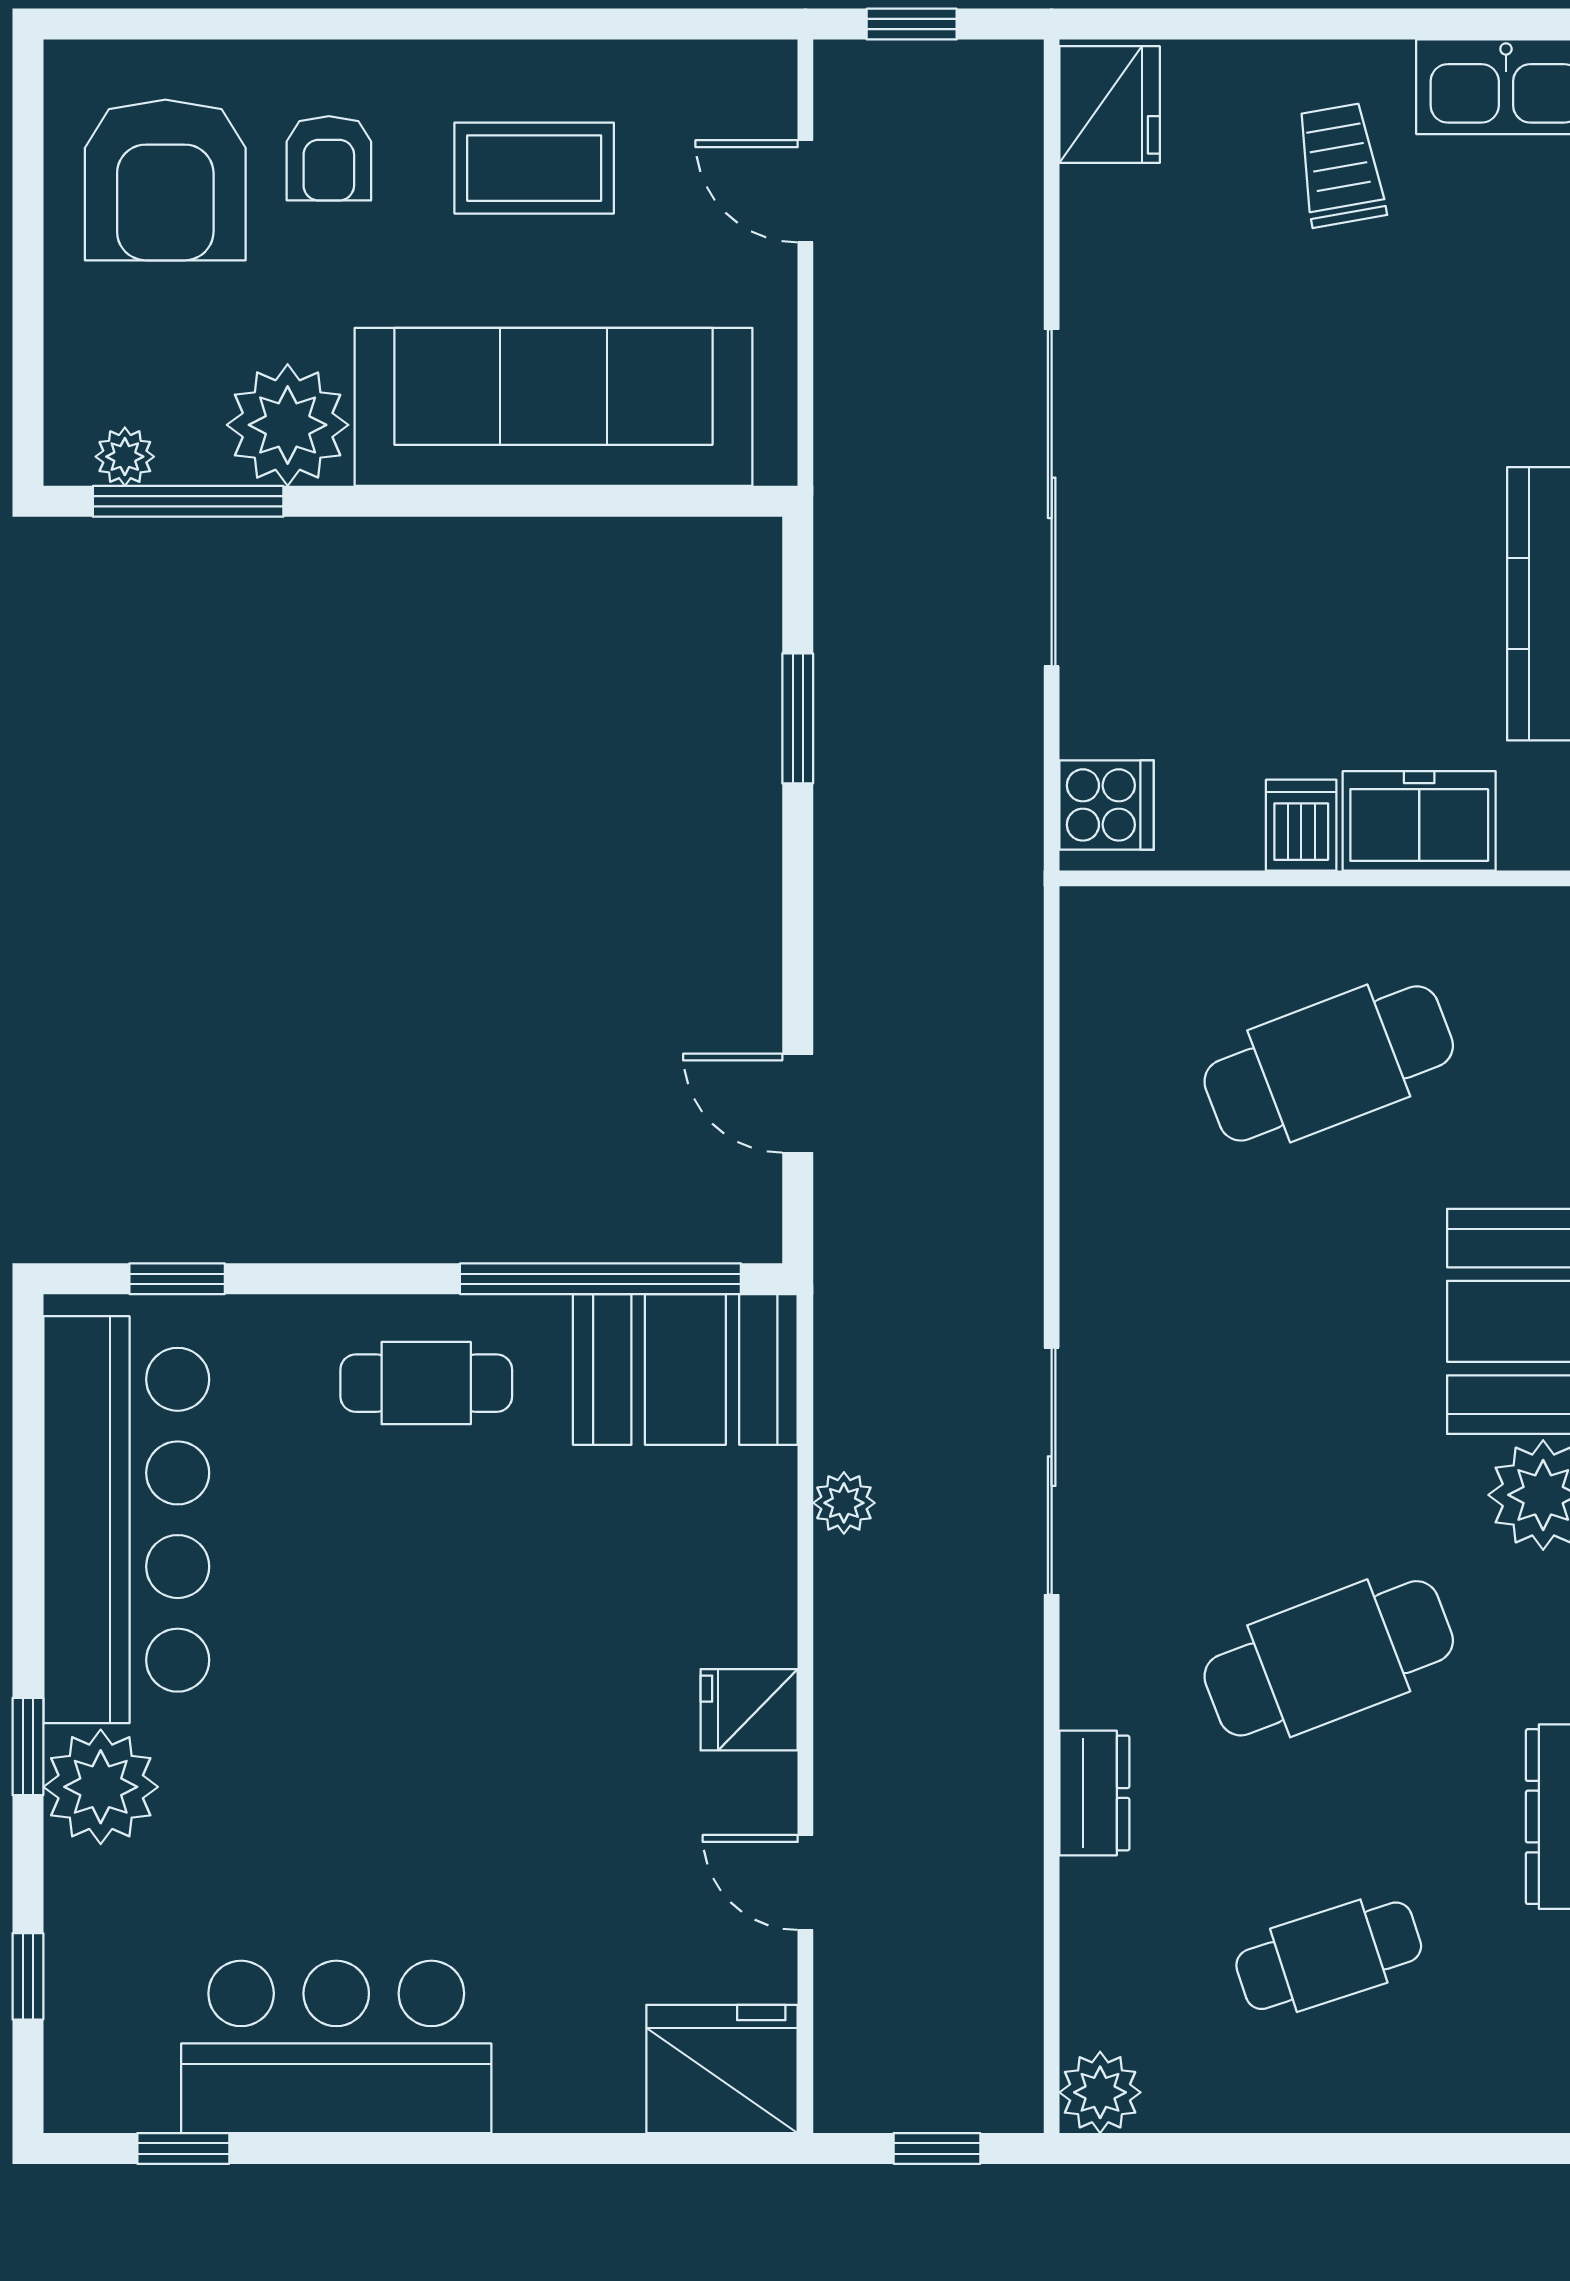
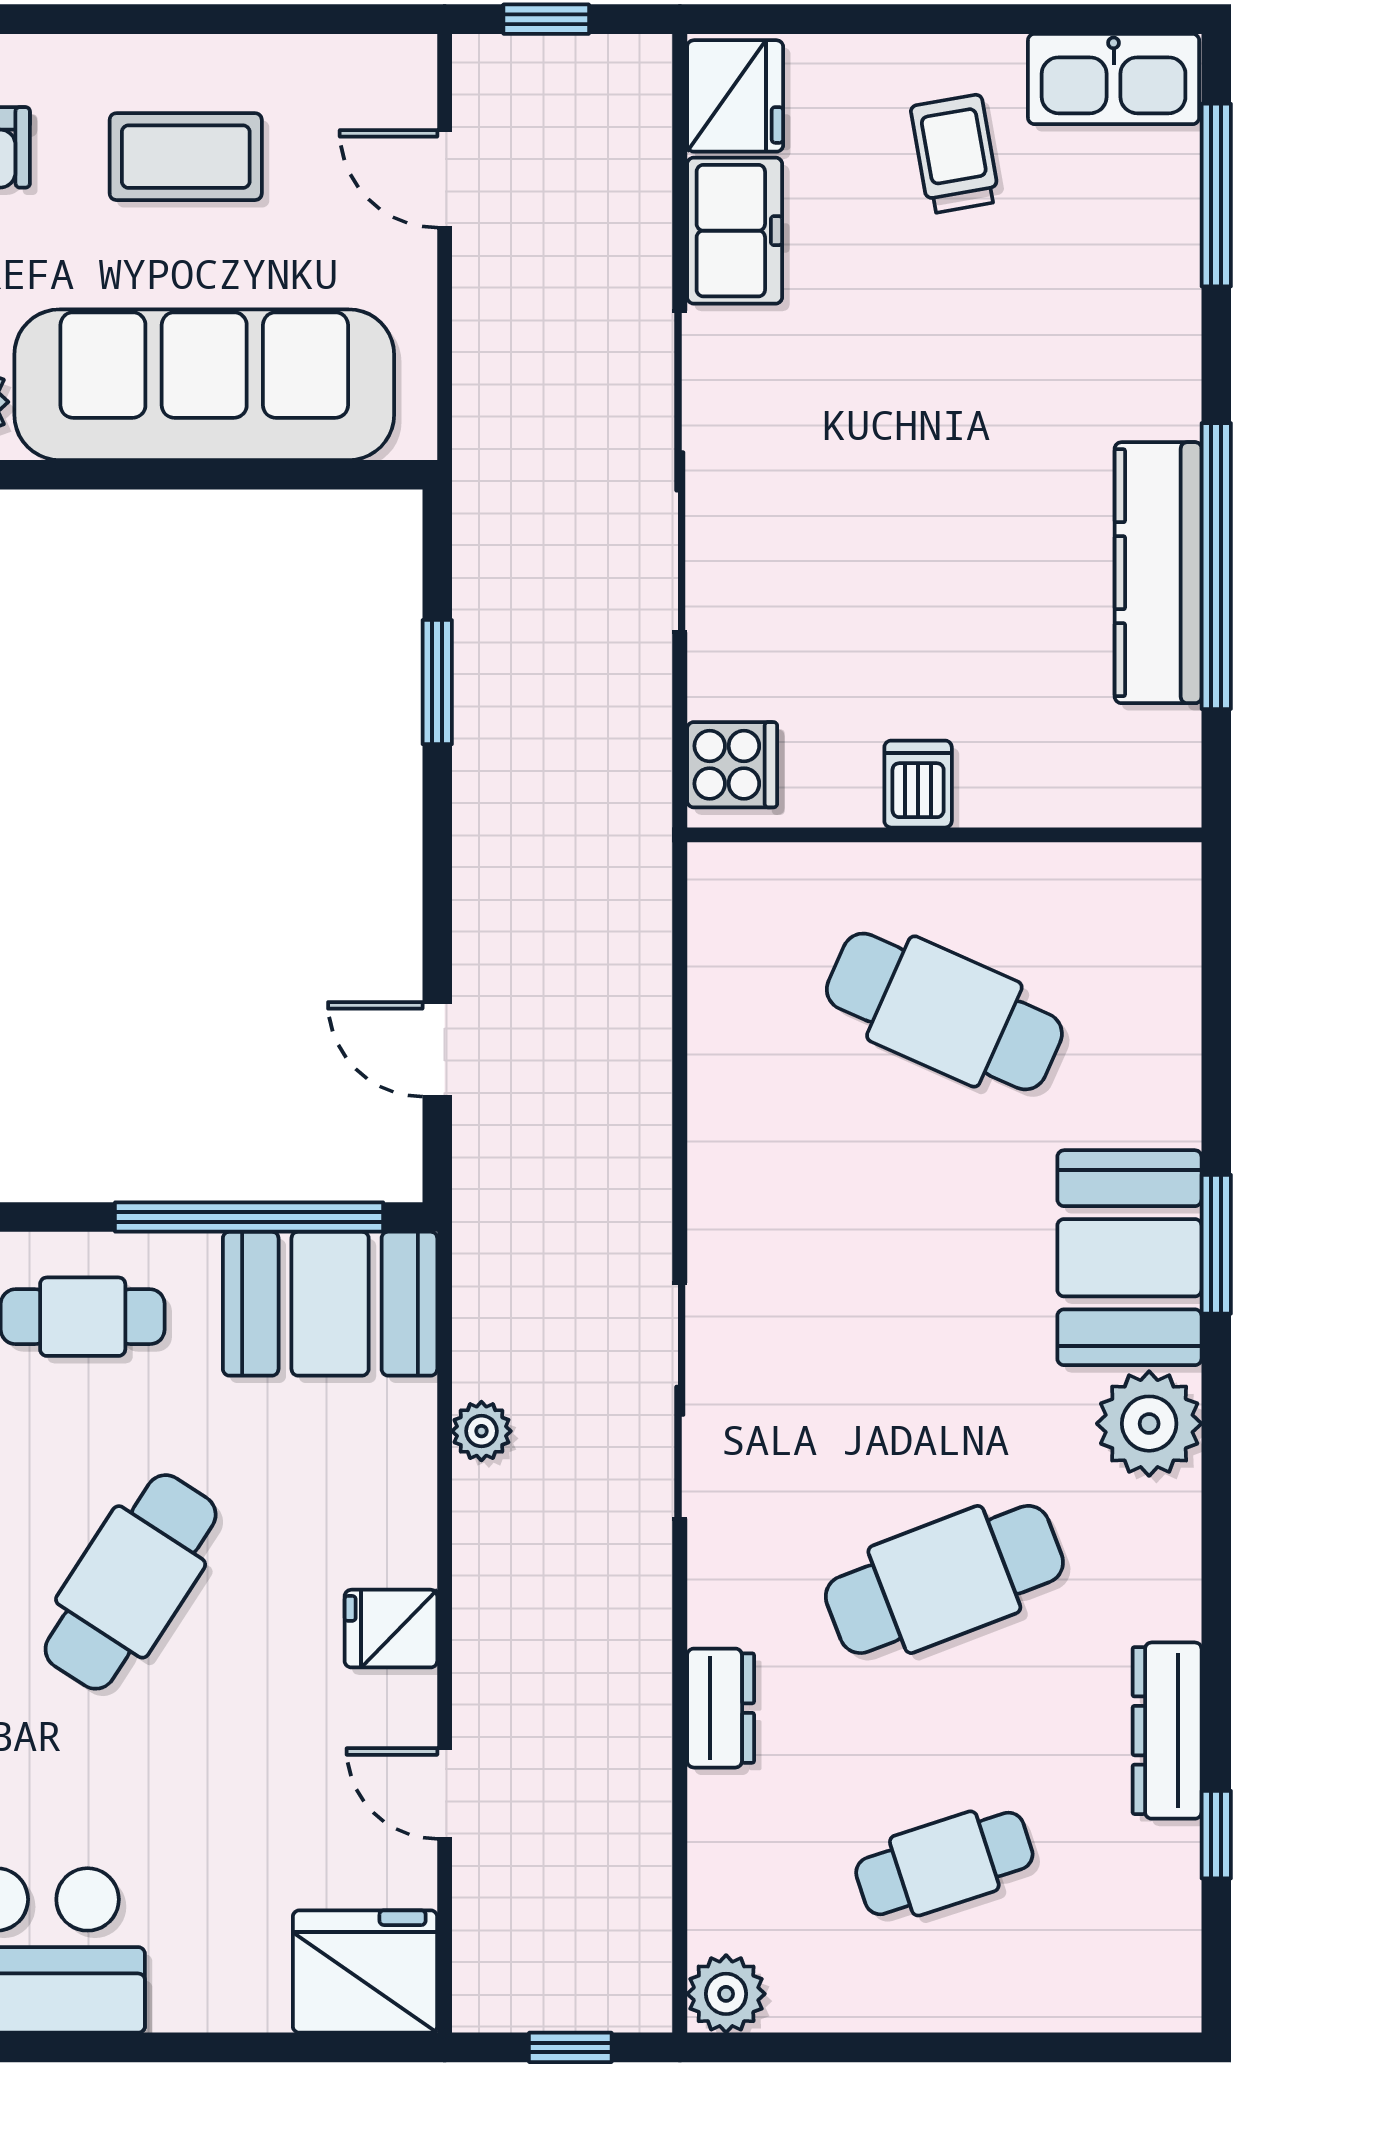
freezer: (1419, 821) -> (735, 231), moved, turned 90
cafe table: (1329, 1063) -> (944, 1011), turned 45
cafe table: (476, 1661) -> (131, 1582), added

